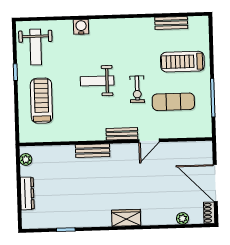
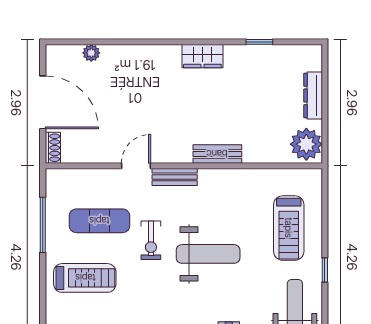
weight bench: (97, 81) -> (208, 254), width x1.36, depth x1.33
exercise bike: (137, 89) -> (151, 240), turned 180
plant: (26, 159) -> (306, 144), width x1.87, depth x1.87
shoe rack: (209, 213) -> (53, 148), moved
wardrobe: (126, 218) -> (202, 56), moved

